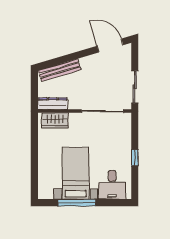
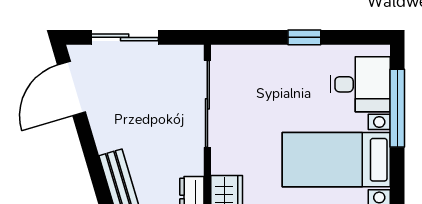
sliding door: (135, 87) -> (125, 37), moved
window: (77, 203) -> (397, 108), moved

